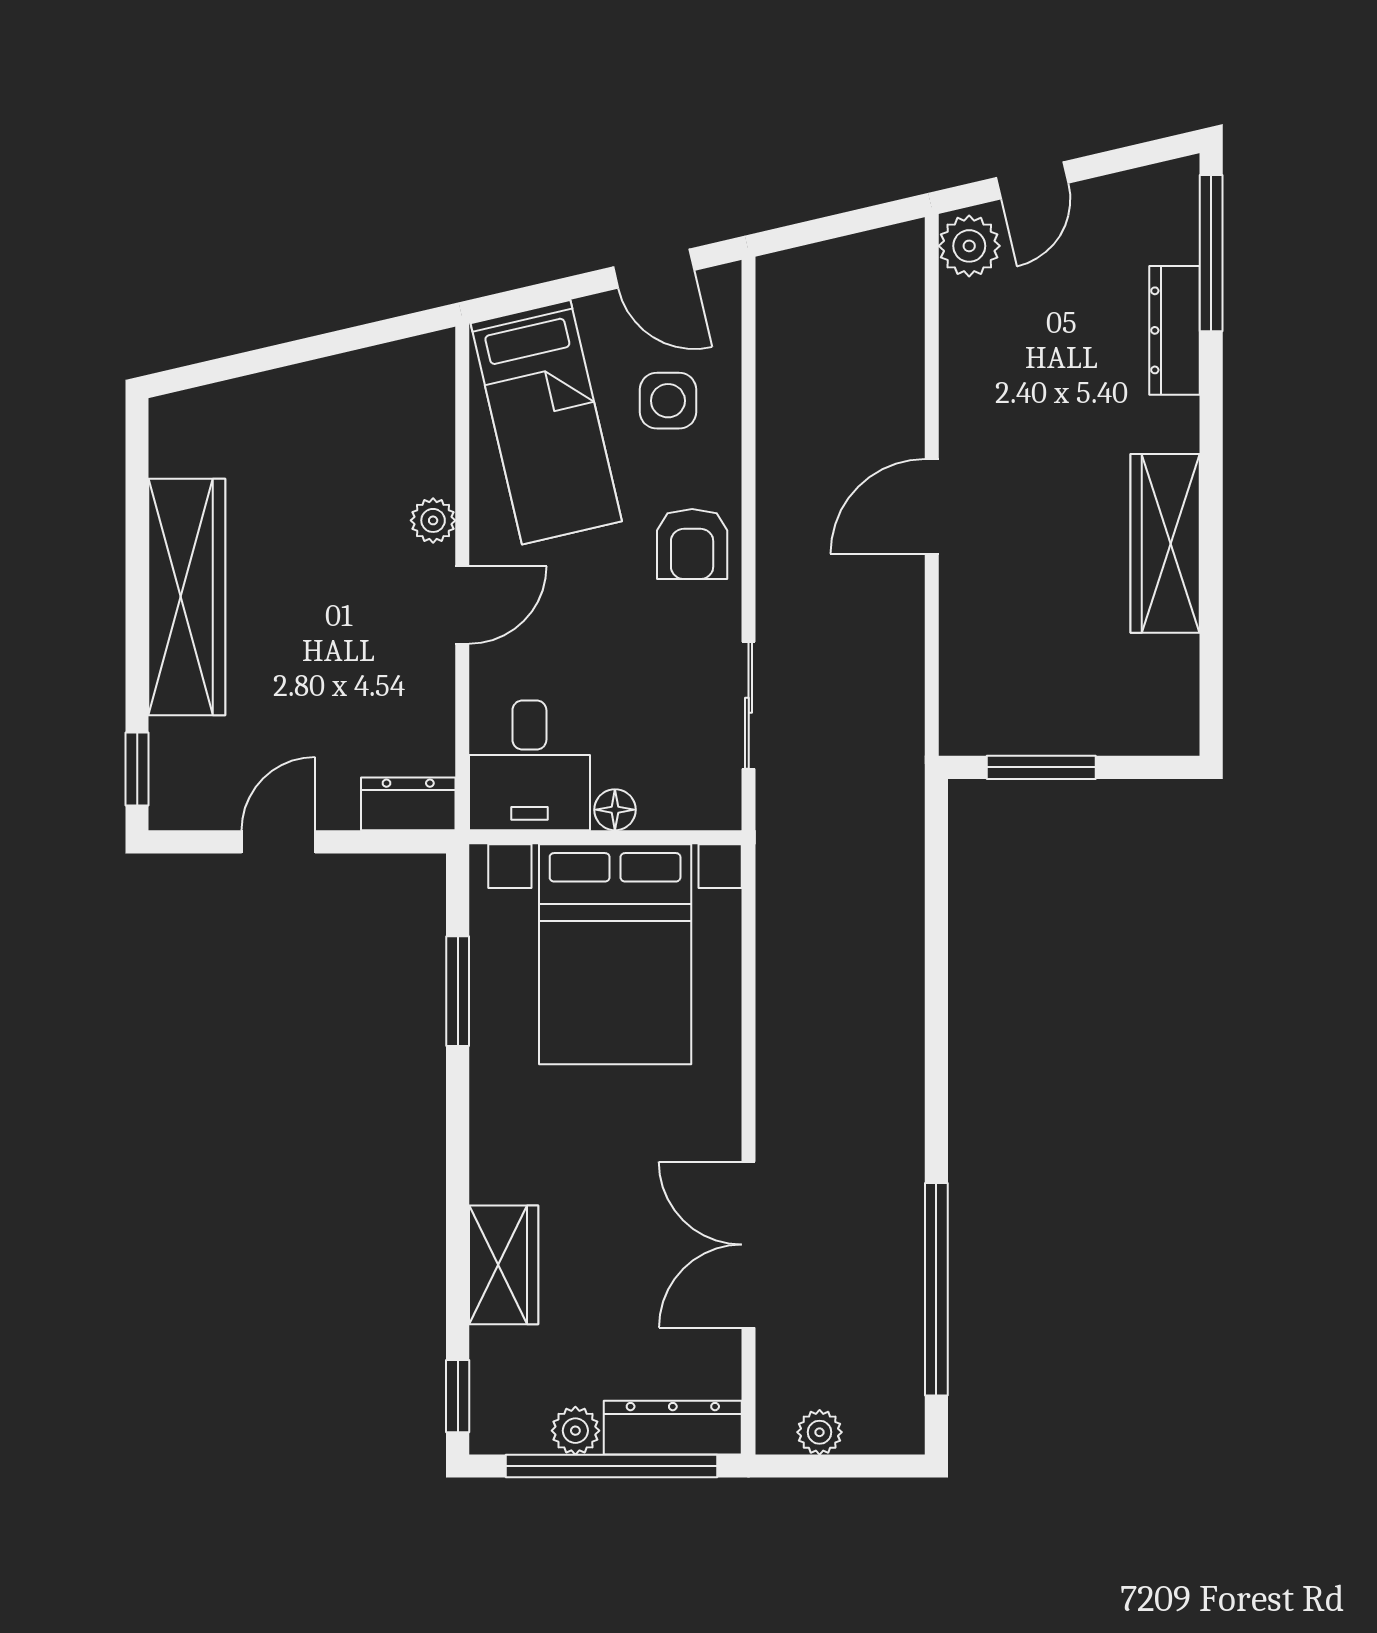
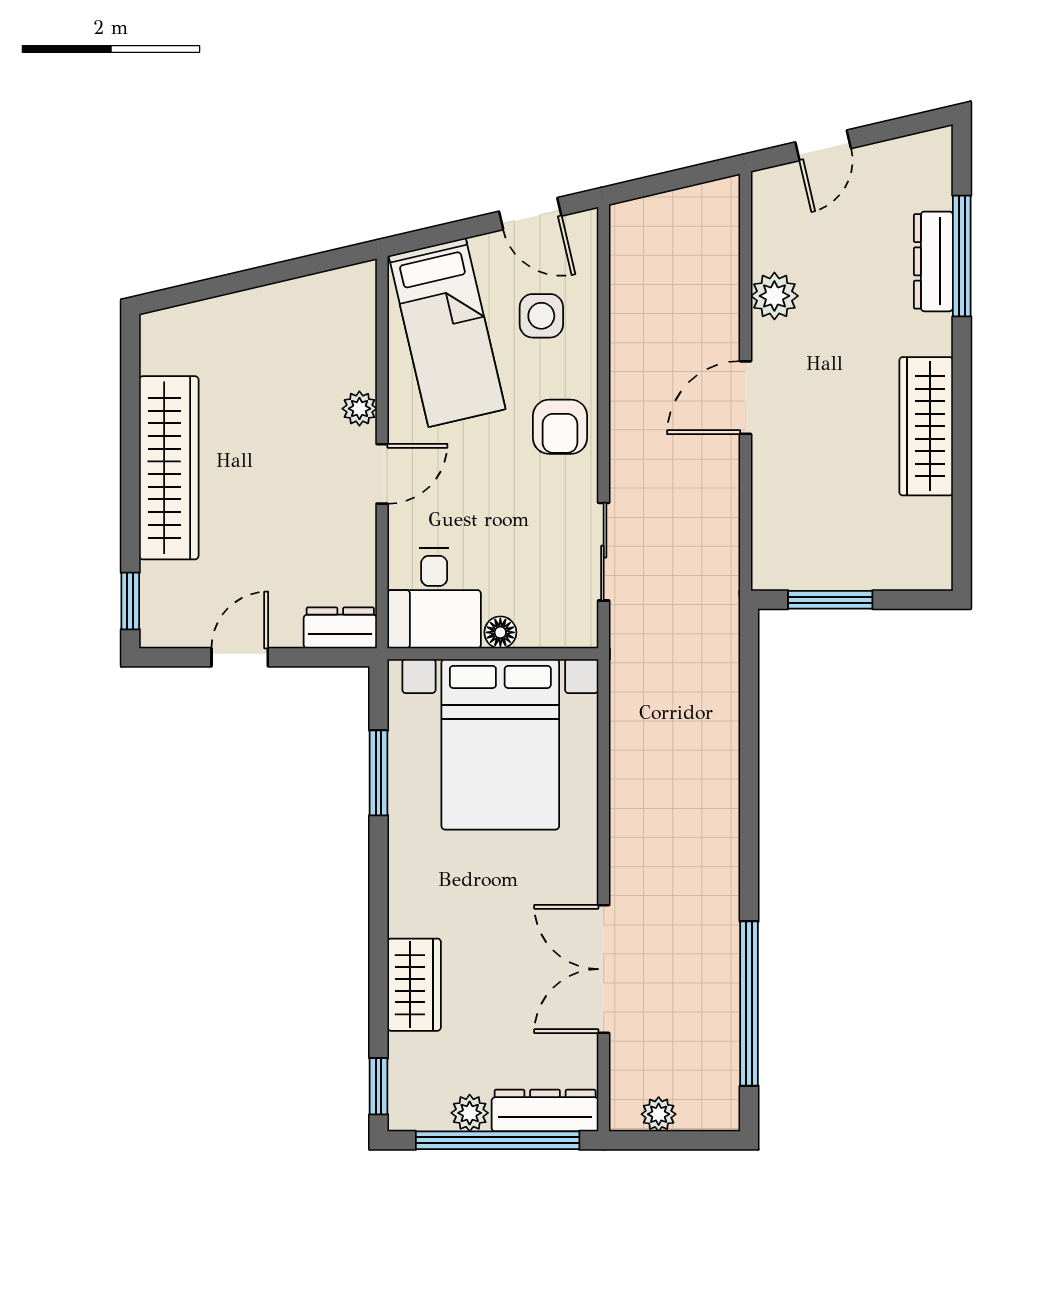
plant: (969, 246) -> (774, 296), moved
window: (1211, 253) -> (962, 256), moved

